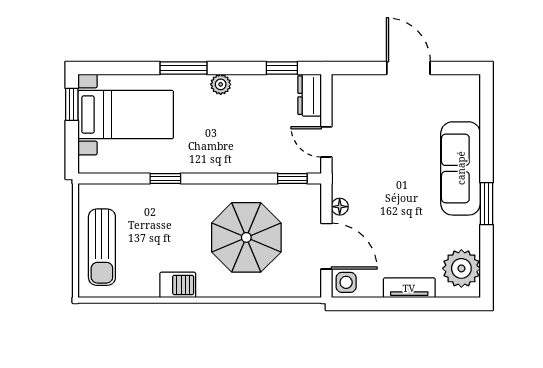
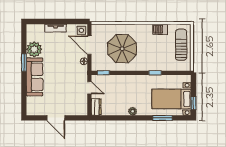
window: (184, 68) -> (162, 118), moved
window: (282, 68) -> (108, 118), removed
plant: (461, 268) -> (34, 49), moved
barbecue: (178, 285) -> (160, 29), moved

